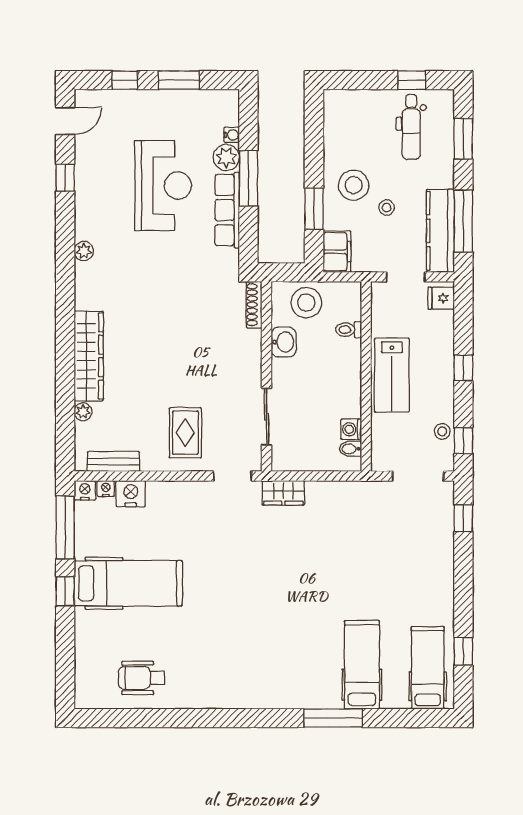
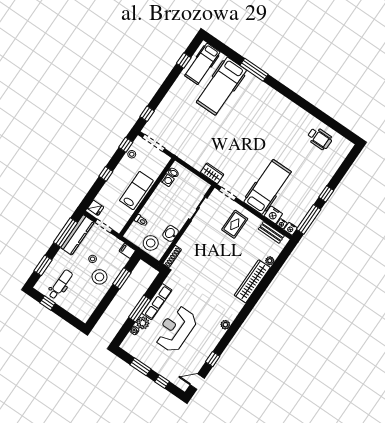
filing cabinet: (337, 252) -> (127, 251), width x0.50
hospital bed: (128, 583) -> (268, 187), moved, turned 90
hospital bed: (362, 665) -> (221, 86), width x1.37, depth x1.29

